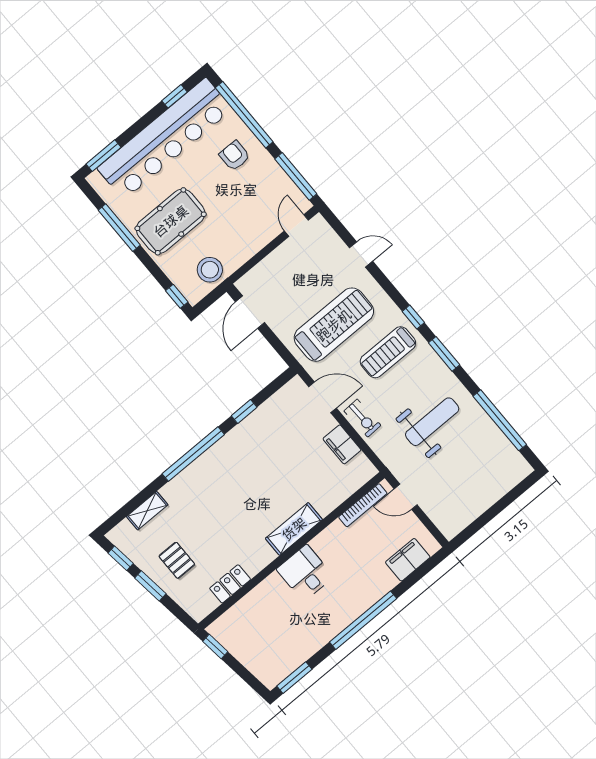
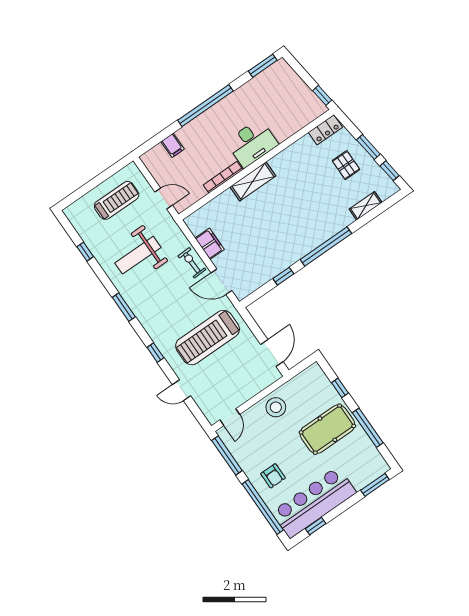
bar counter: (165, 139) -> (314, 502), width x0.73
stool: (210, 270) -> (276, 407), moved
window: (177, 296) -> (340, 388), moved
window: (413, 317) -> (155, 353), moved
treadmill: (388, 352) -> (117, 200), moved
window: (500, 420) -> (85, 252), width x0.32
bookcase: (363, 505) -> (223, 177), moved
filing cabinet: (408, 560) -> (173, 145), width x0.50
desk: (305, 573) -> (252, 143), width x1.37
locker: (230, 584) -> (325, 130), moved

